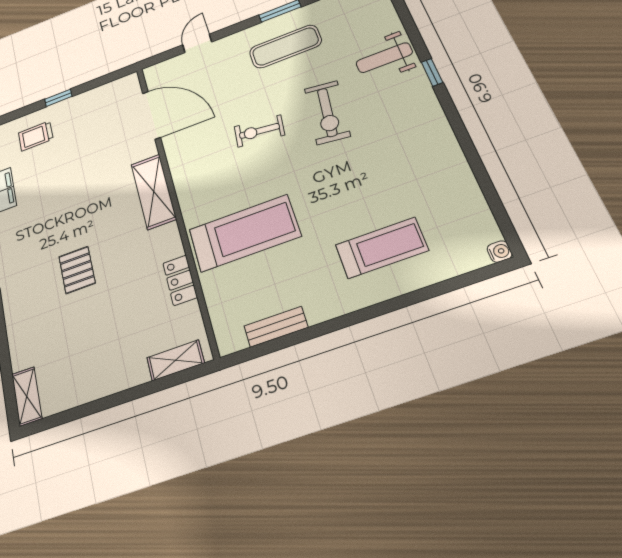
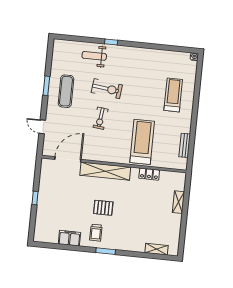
weight bench: (384, 58) -> (94, 56), turned 90
trolley: (36, 136) -> (96, 233), moved
shelving: (154, 192) -> (105, 171), width x1.47
pallet: (77, 270) -> (103, 208), moved
shelving: (175, 360) -> (178, 202), moved
shelving: (27, 396) -> (157, 249), moved

